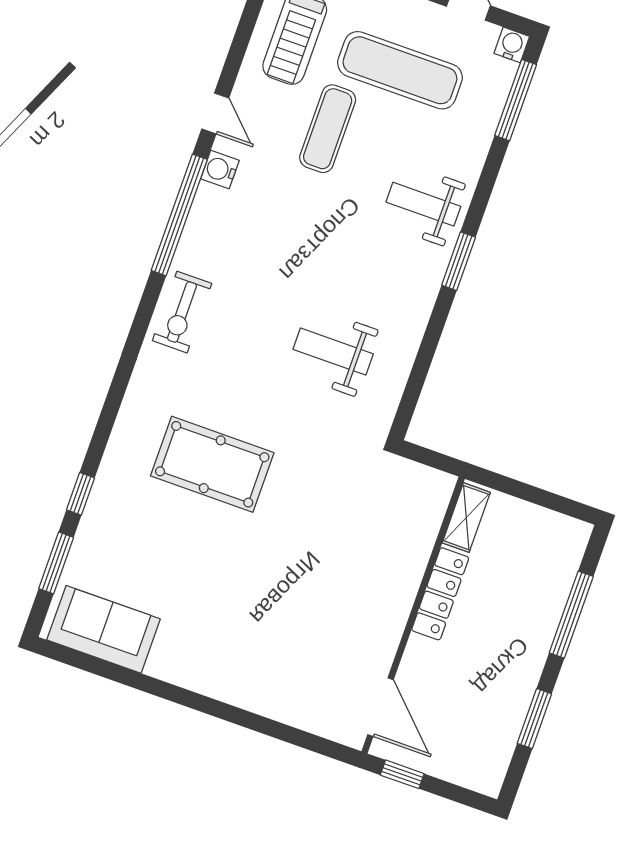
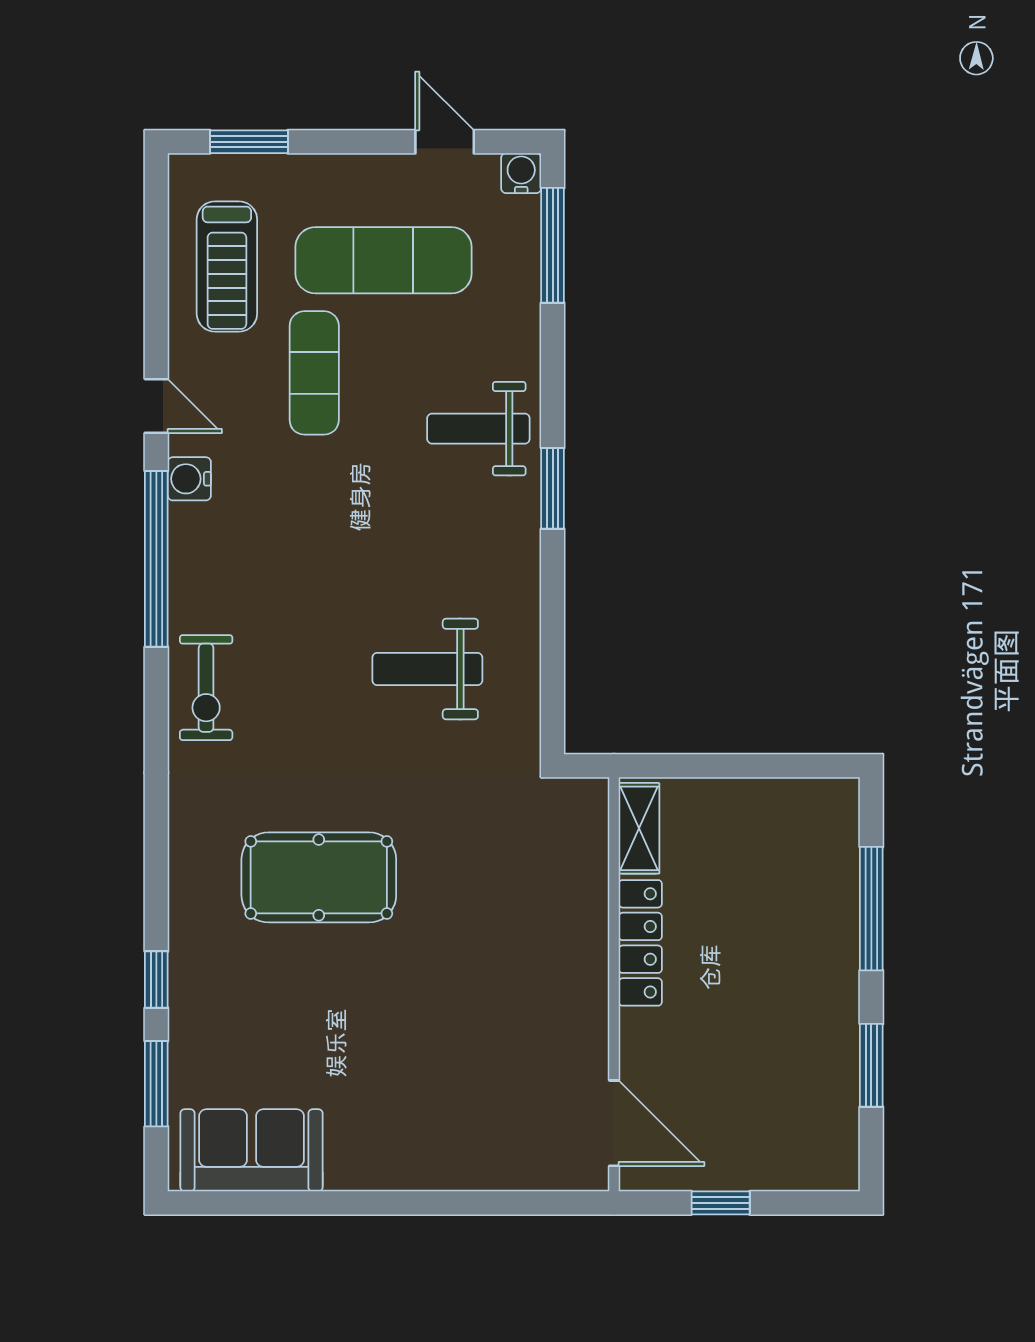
shelving: (466, 518) -> (639, 828), moved
locker: (440, 594) -> (640, 943), moved
wall: (413, 615) -> (614, 984), moved
door: (380, 707) -> (614, 1123), moved

